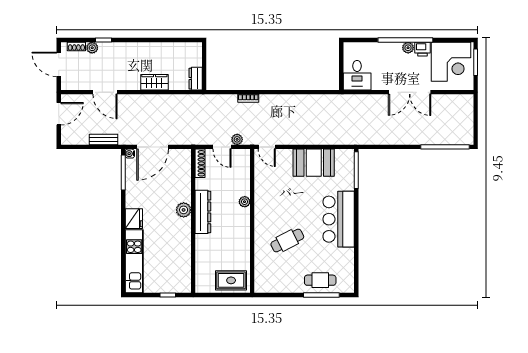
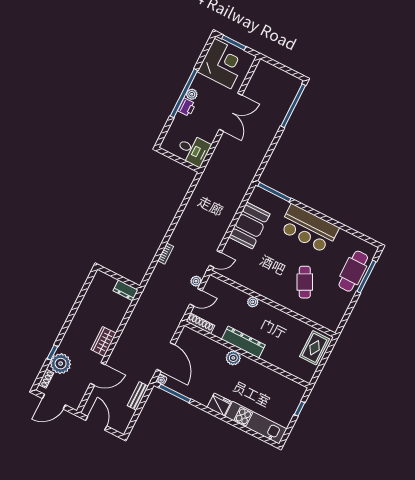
plant: (92, 48) -> (61, 364), width x1.88, depth x1.88
printer: (422, 49) -> (187, 107), moved
wardrobe: (154, 82) -> (104, 341), moved
cafe table: (320, 280) -> (353, 271), width x1.37, depth x1.35

